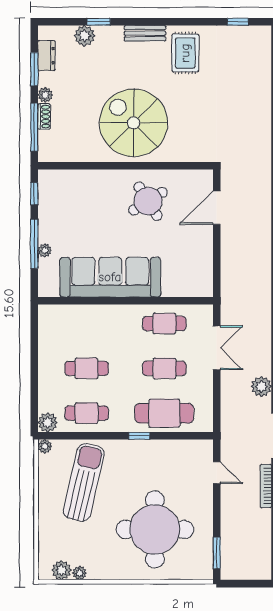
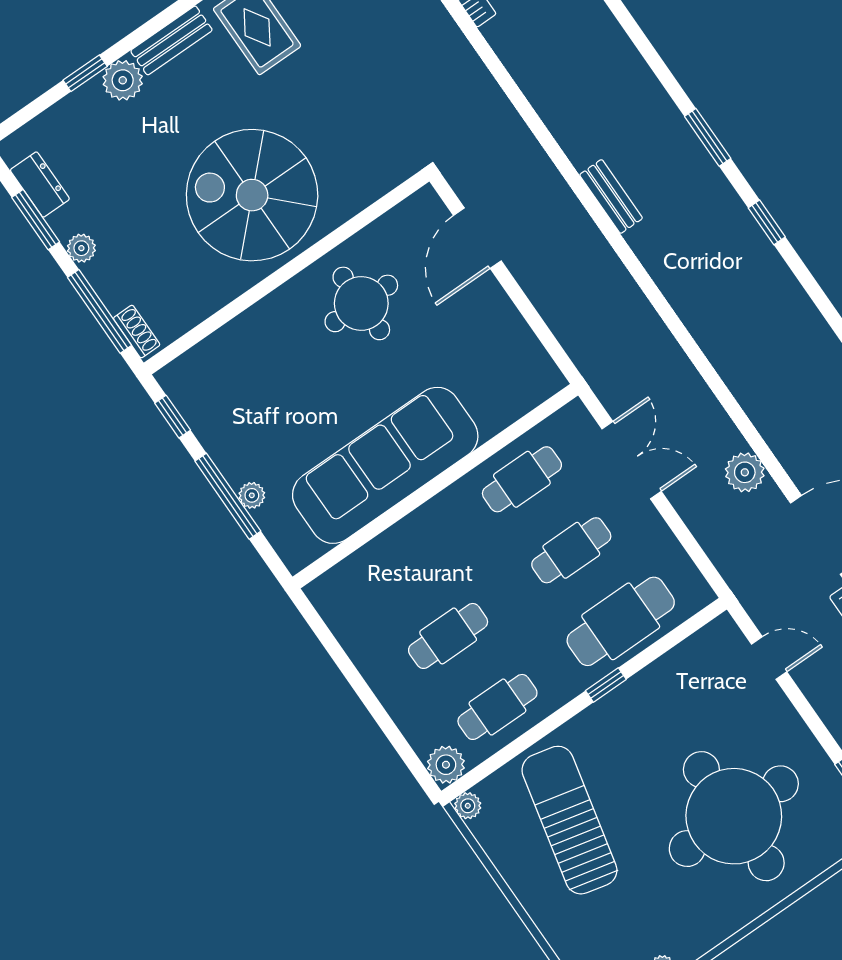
plant: (85, 36) -> (123, 80), moved
shoe rack: (44, 117) -> (137, 332), moved
round table: (148, 201) -> (361, 303), turned 32

